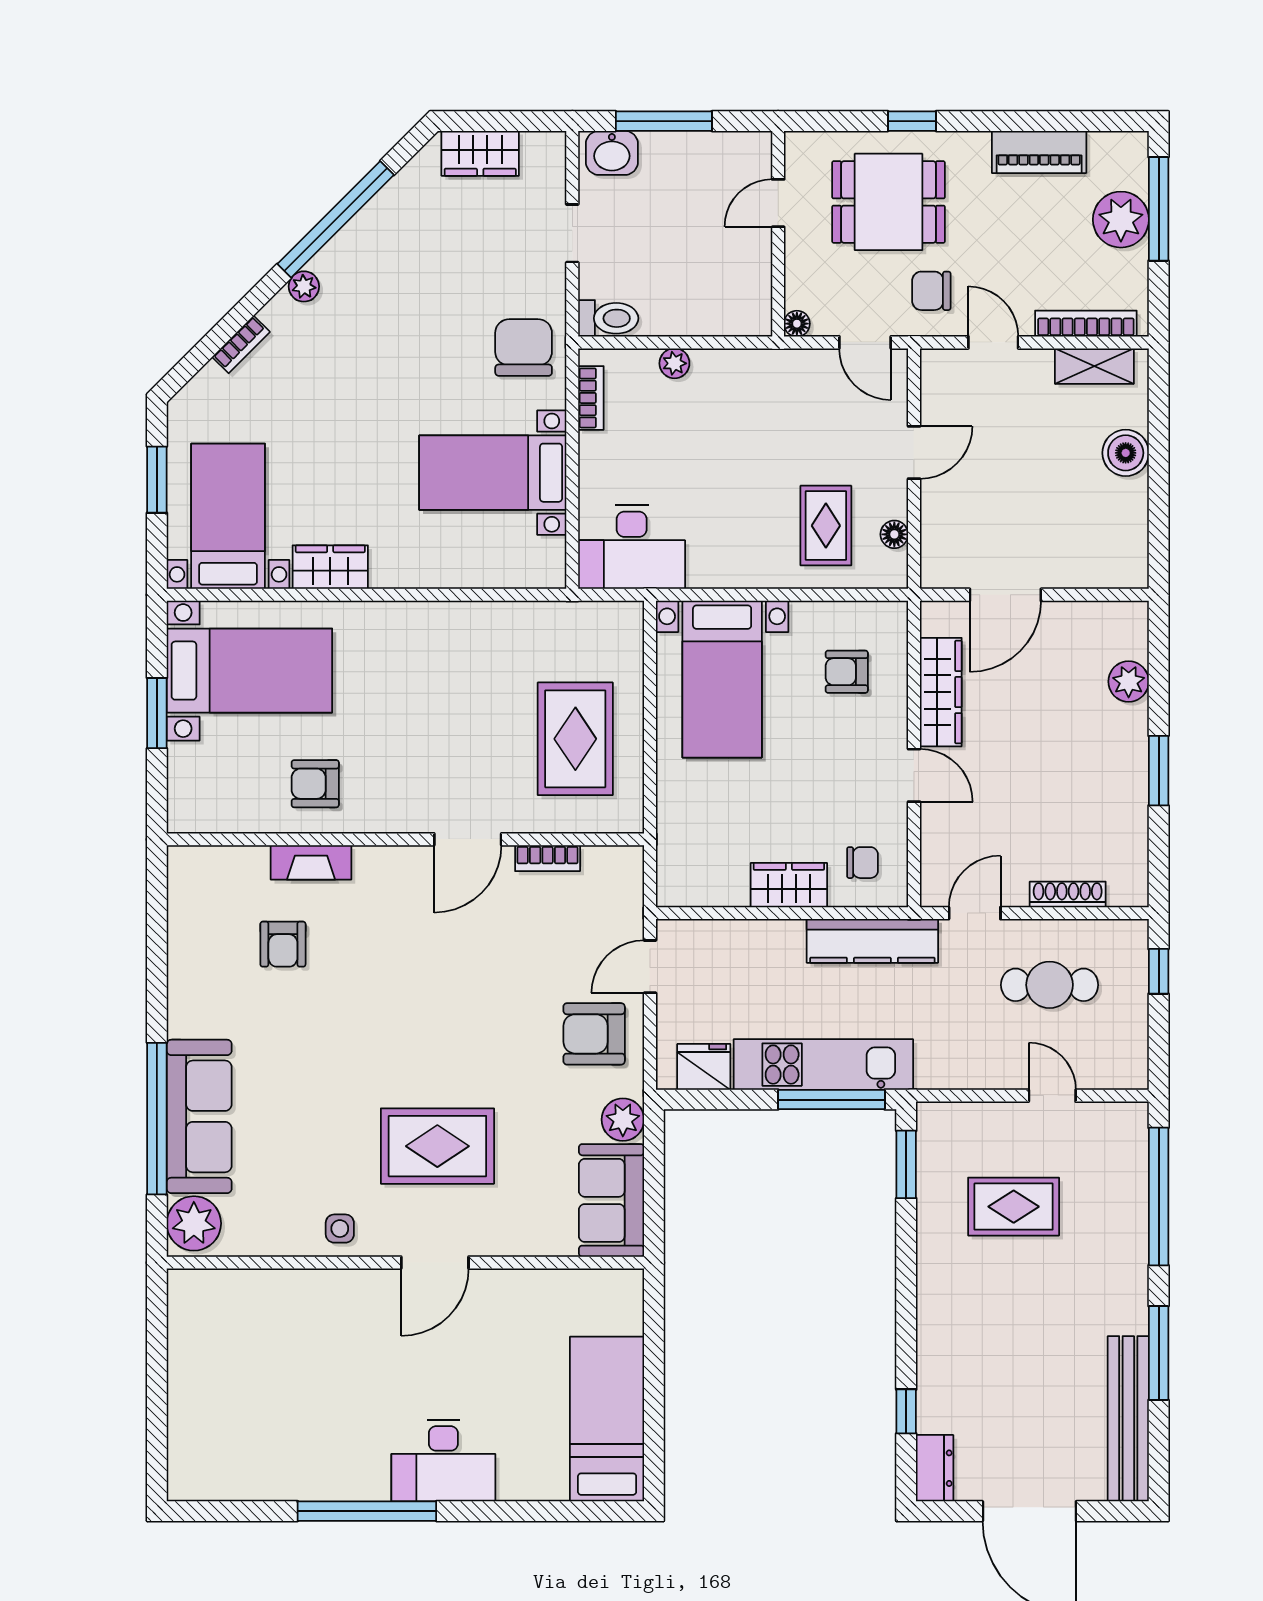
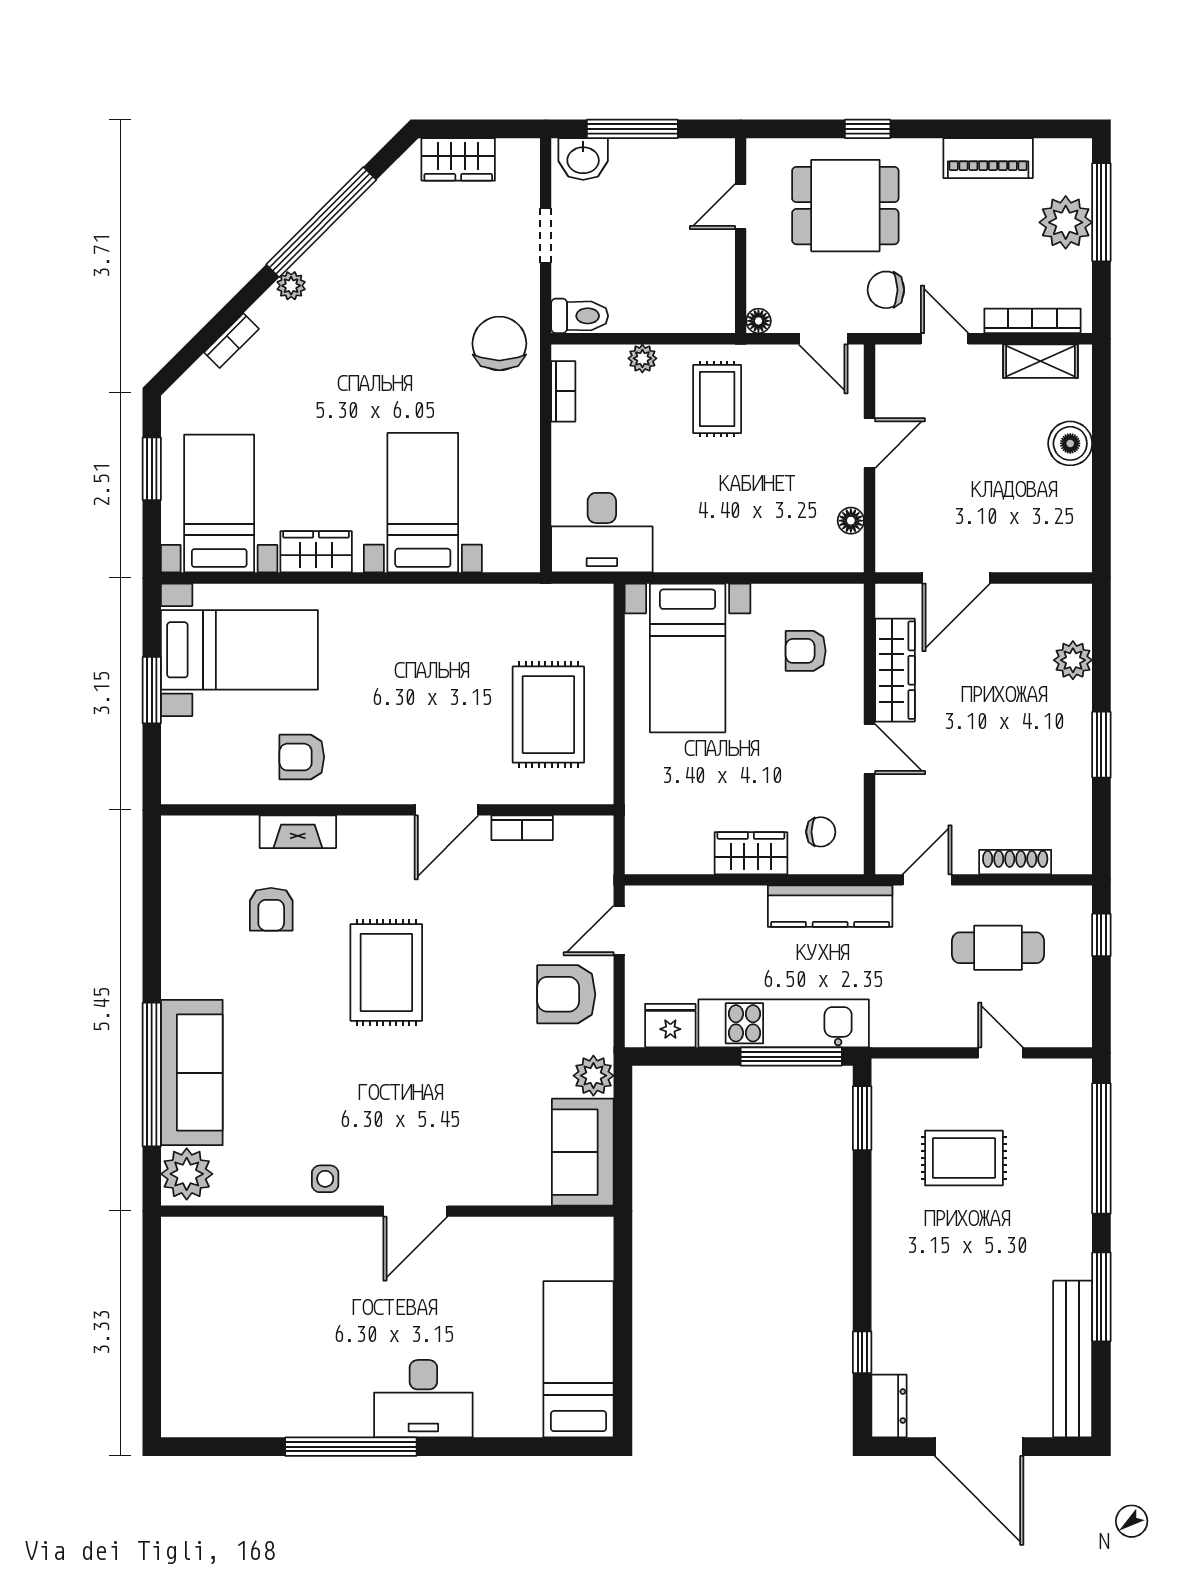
bed with nightstands: (493, 473) -> (423, 503), moved, turned 90
rug: (826, 526) -> (717, 399), moved
rug: (437, 1146) -> (386, 972), moved, turned 90

